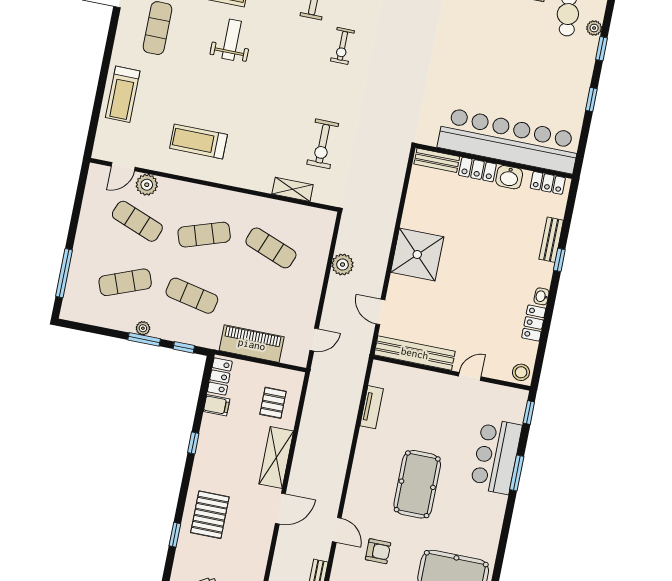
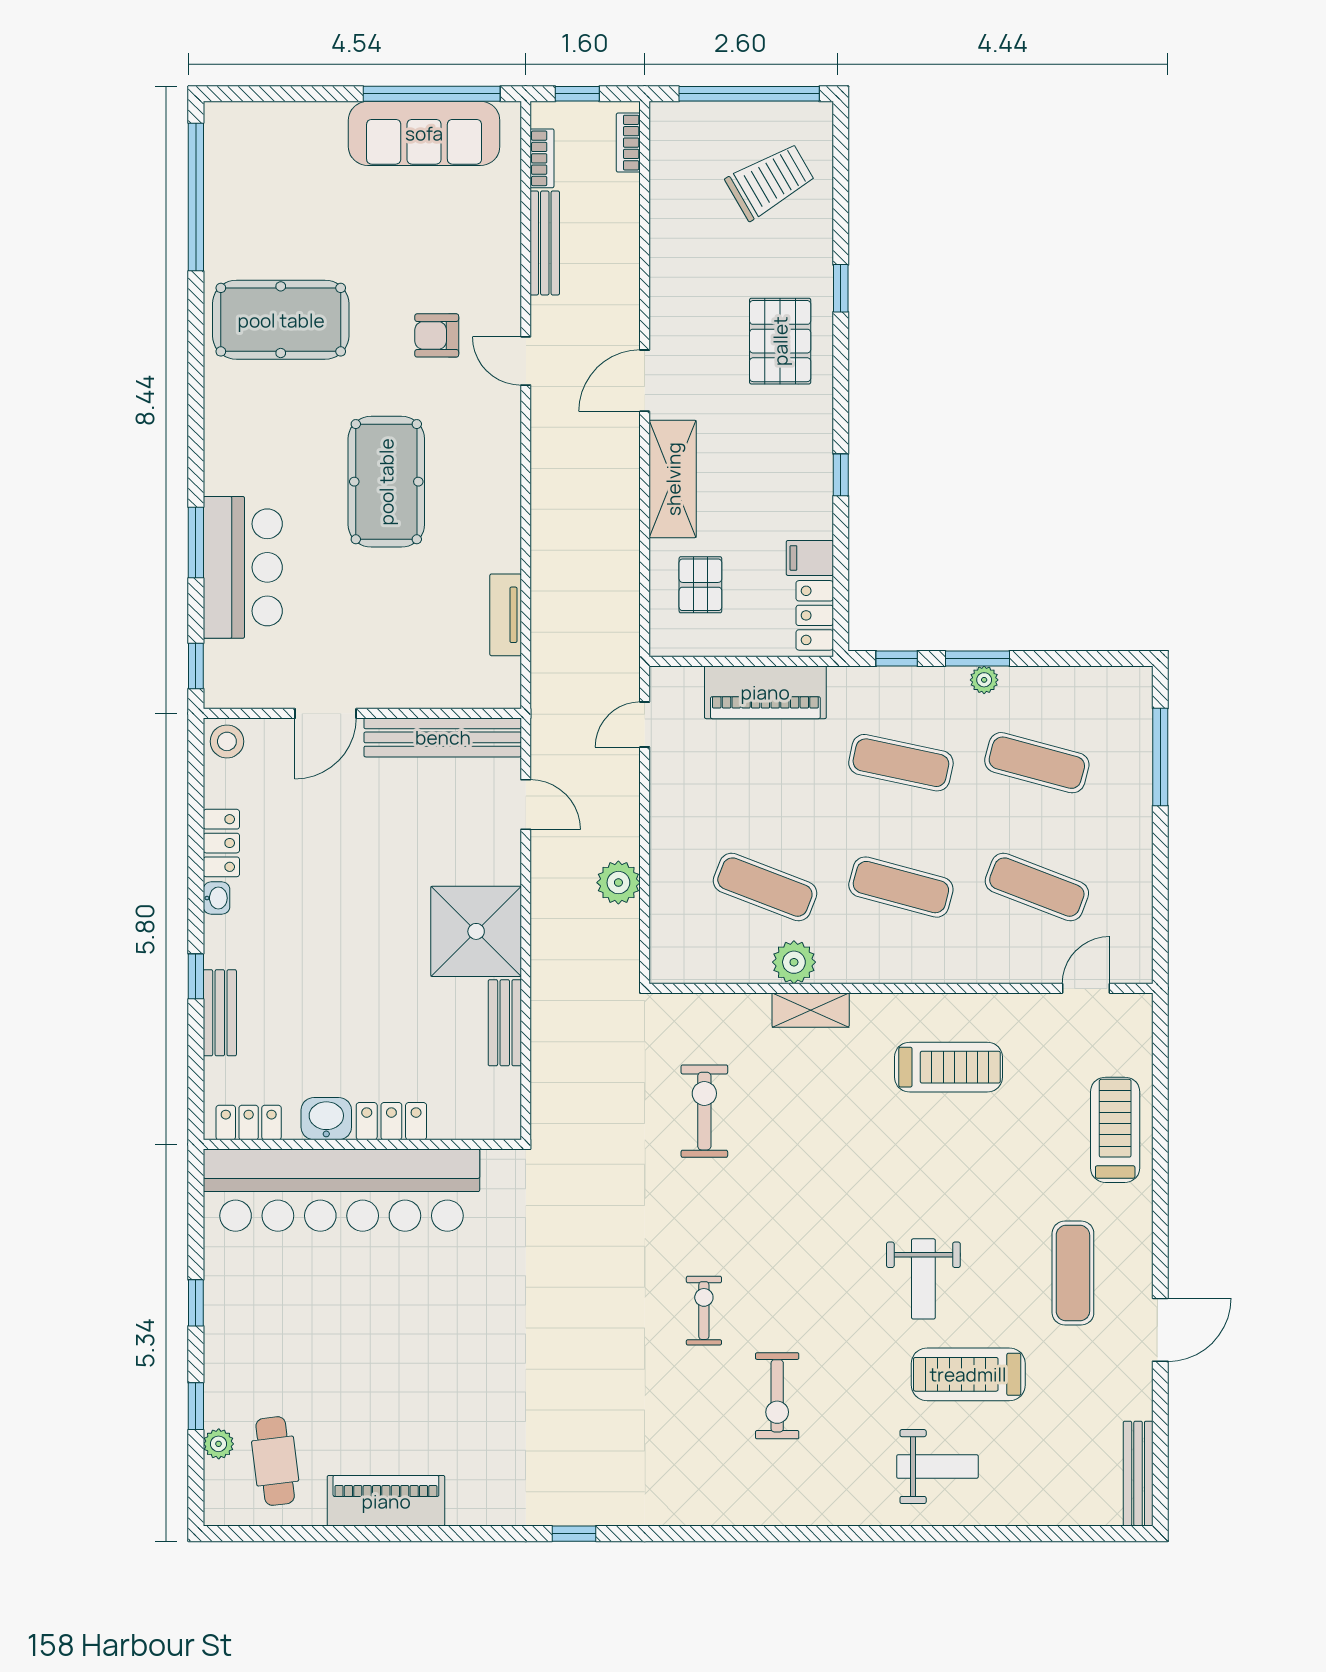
bench: (437, 160) -> (505, 1023), moved, turned 90
plant: (147, 185) -> (794, 962), moved
shelving: (293, 189) -> (811, 1010), moved
exercise mat: (204, 235) -> (901, 887), turned 33
exercise mat: (125, 282) -> (1037, 763), turned 36
door: (470, 376) -> (326, 713), width x1.38

